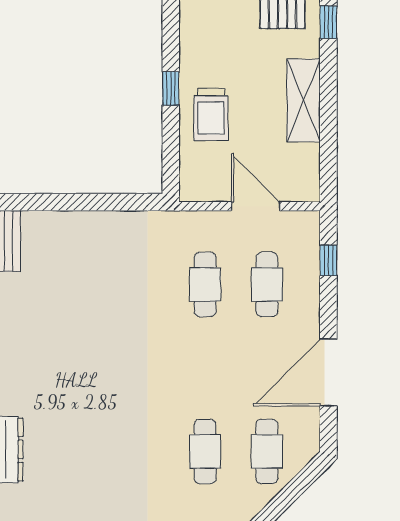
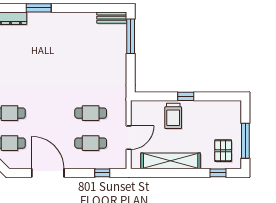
shelving: (304, 100) -> (171, 161), width x1.47
trolley: (211, 114) -> (173, 116), turned -90
window: (47, 202) -> (131, 36), added

